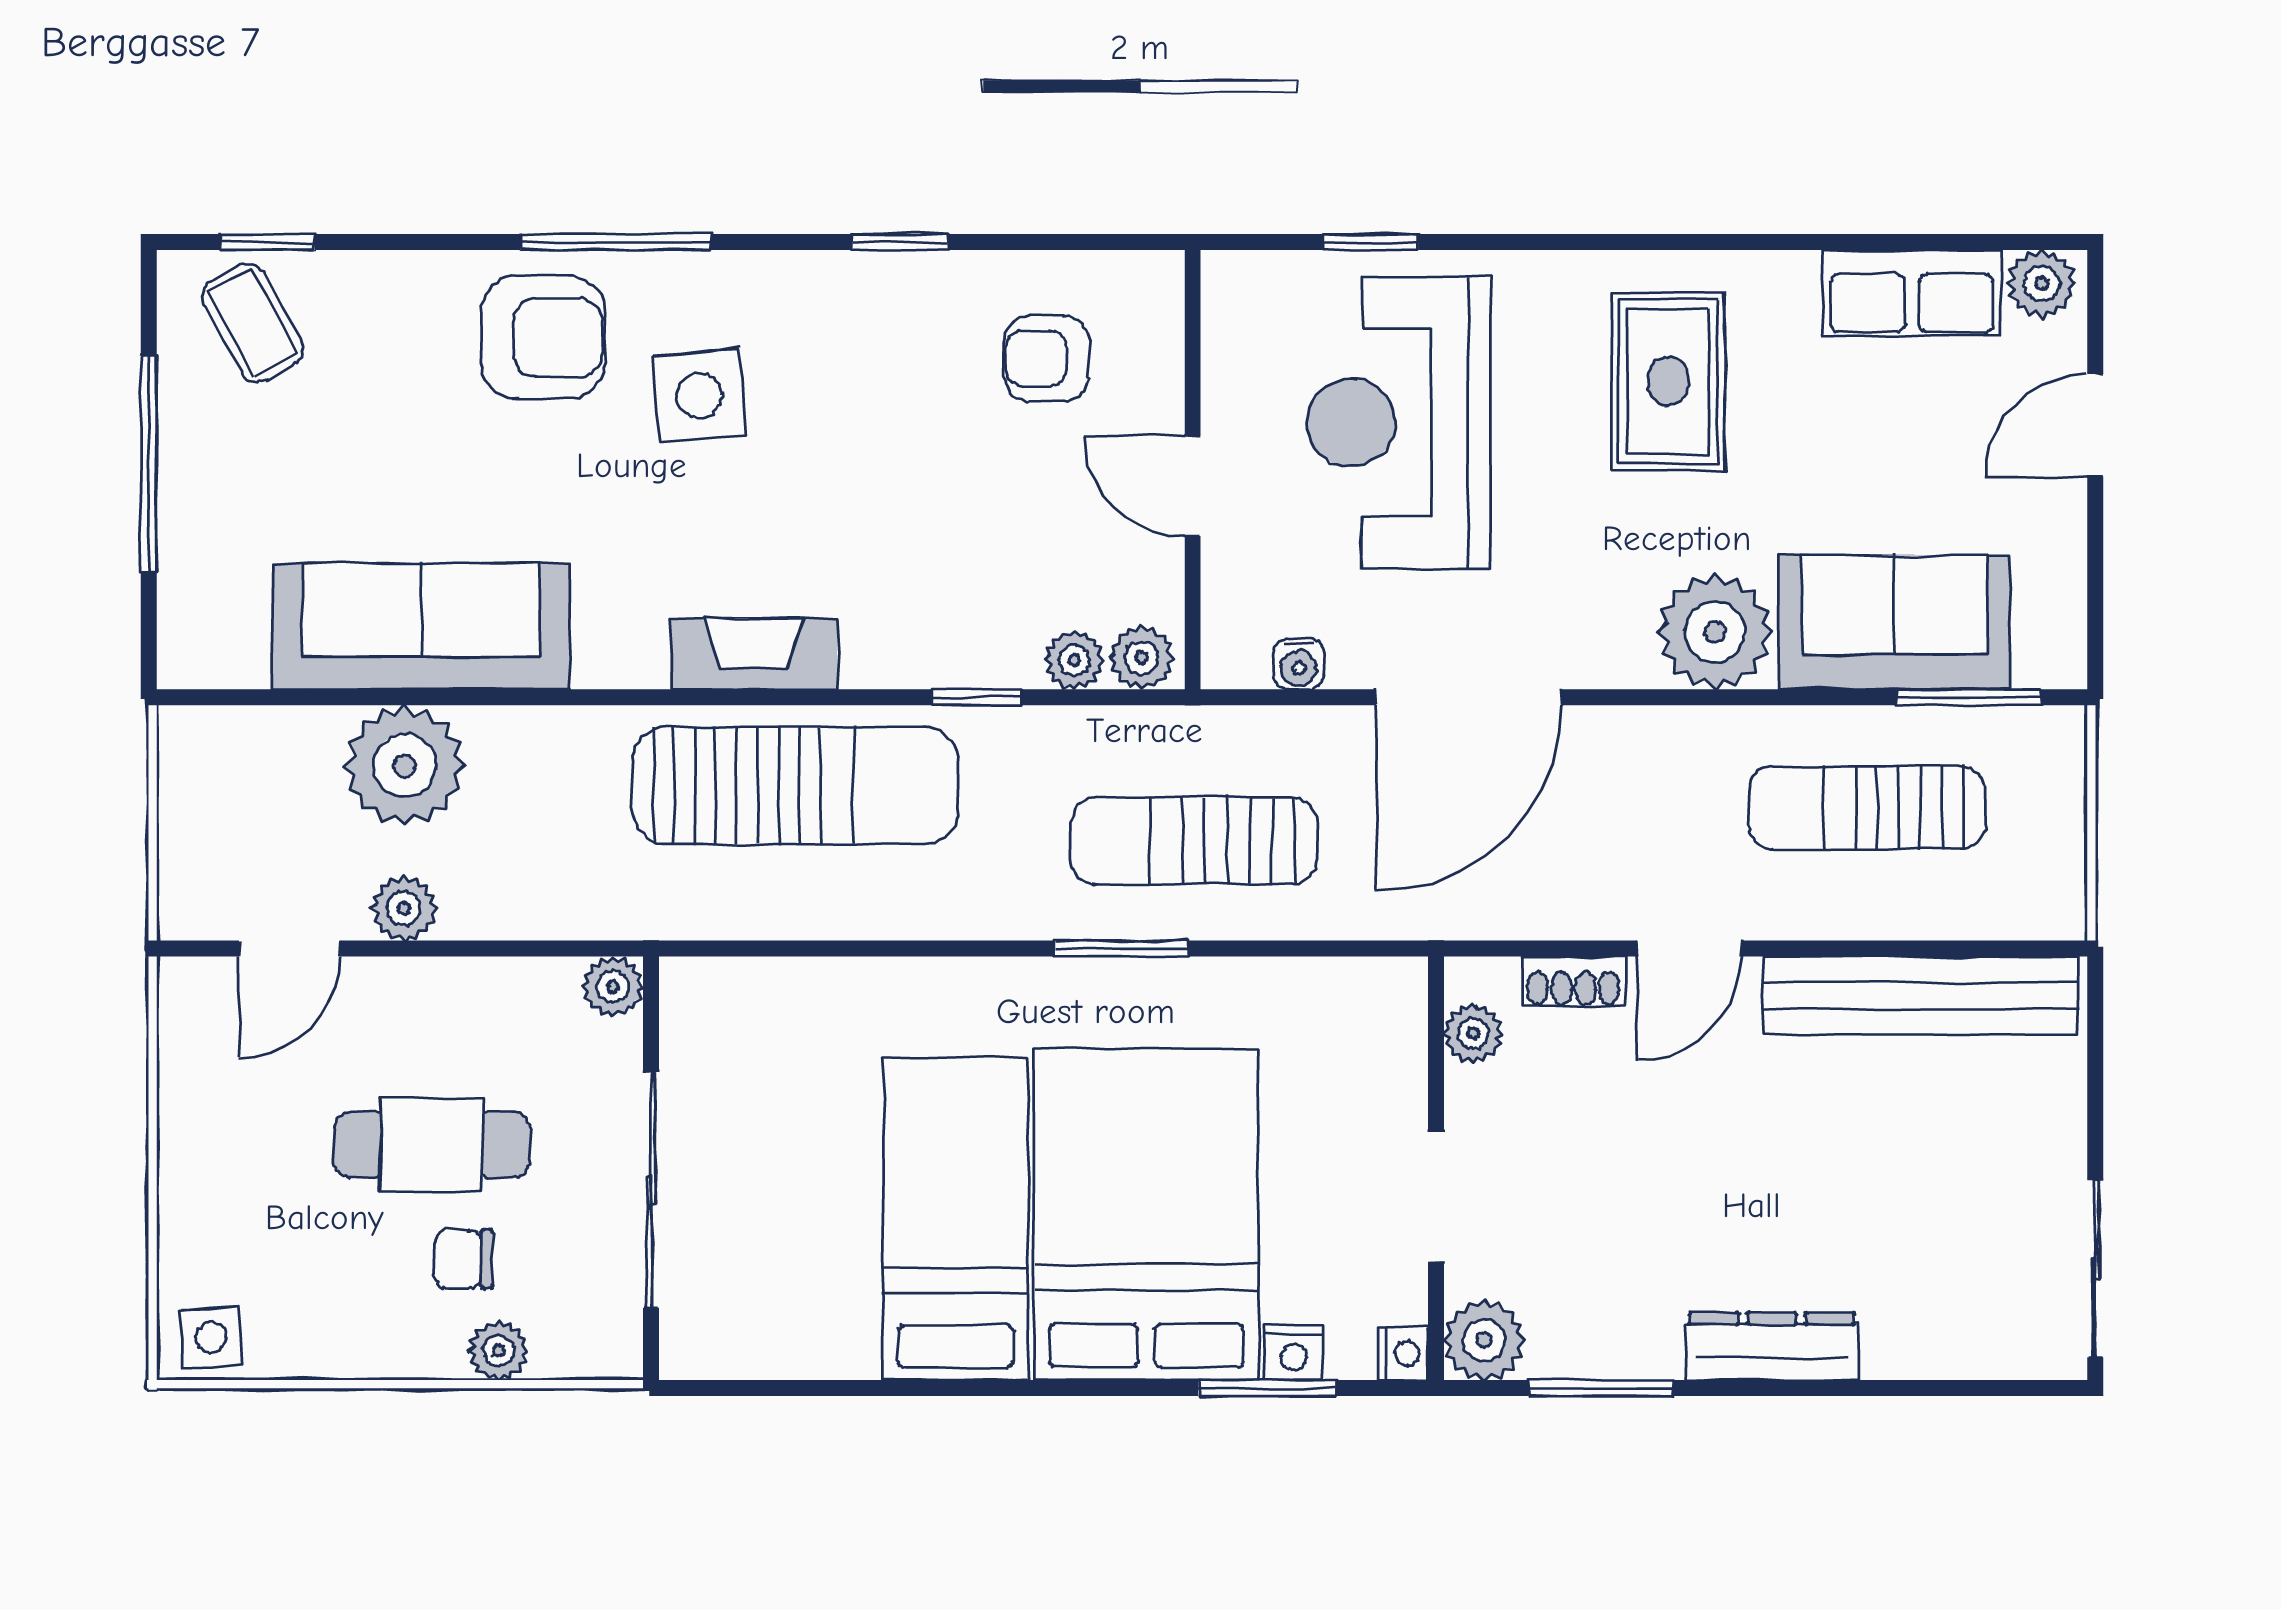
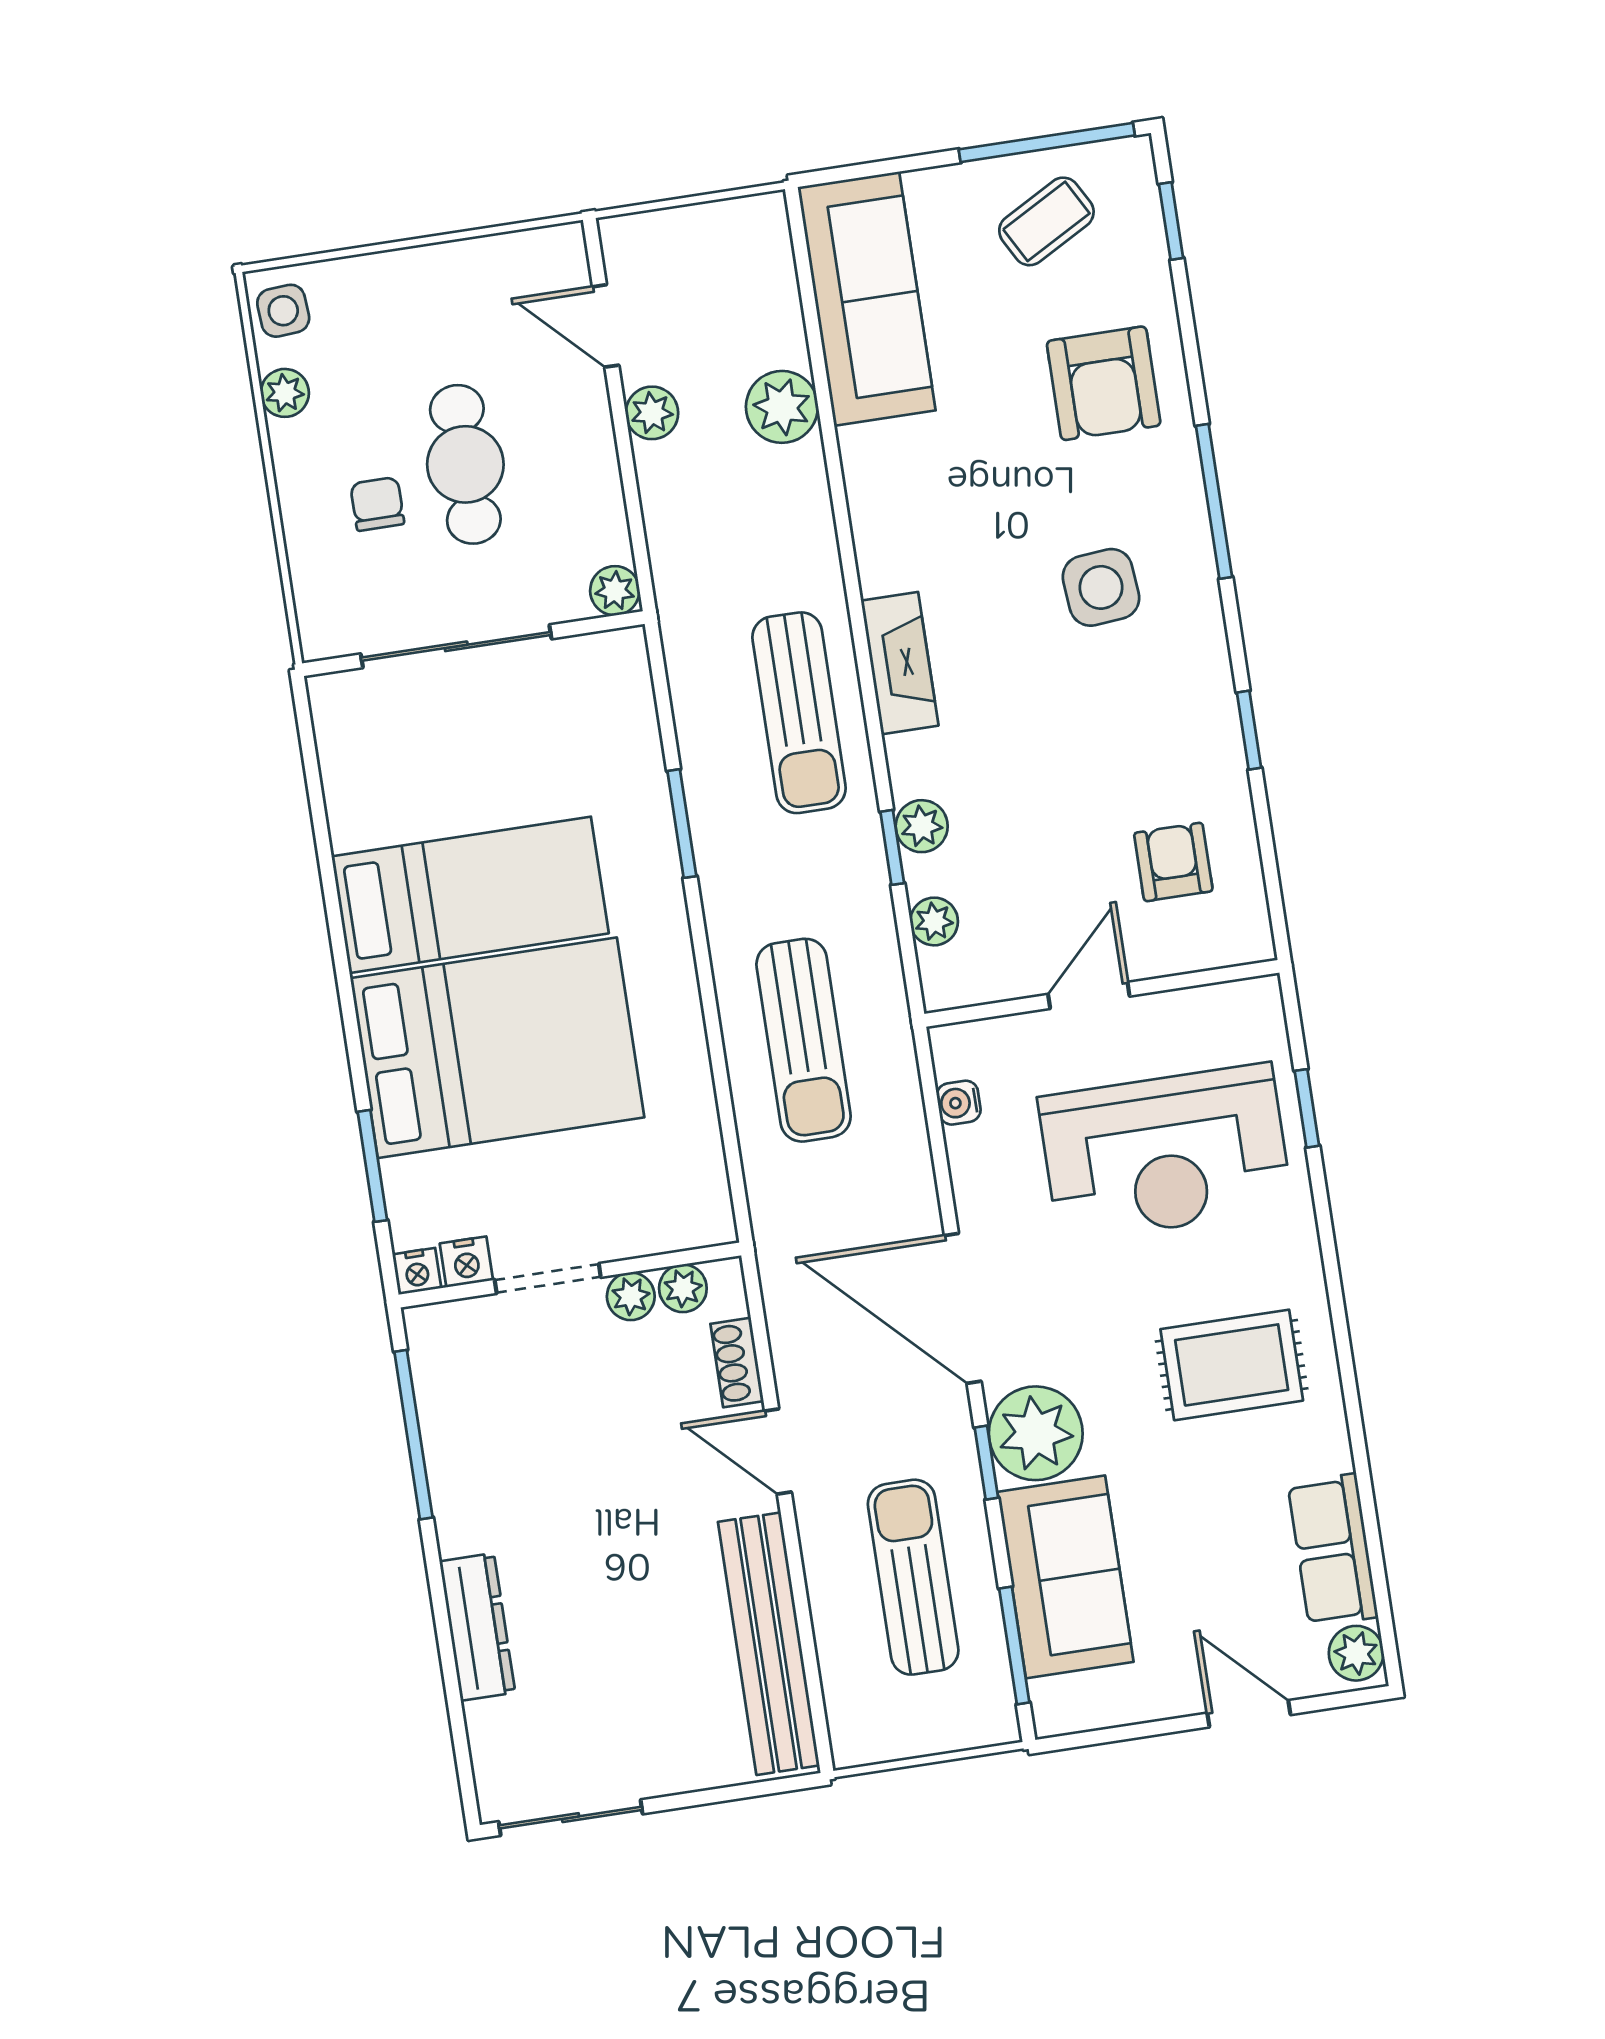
coffee table: (253, 323) -> (1046, 221), moved
armchair: (543, 337) -> (1104, 383), moved
reception desk: (1399, 422) -> (1165, 1153), turned 180
window: (149, 463) -> (1047, 142), moved
sofa: (421, 626) -> (867, 299), moved
plant: (1142, 658) -> (922, 826), moved
door: (1469, 697) -> (963, 1308), moved
window: (1741, 697) -> (986, 1463), added
plant: (405, 765) -> (782, 407), width x0.73, depth x0.73
sun lounger: (795, 785) -> (799, 713), width x0.73, depth x0.75
sun lounger: (1194, 841) -> (804, 1040), turned 180
window: (1121, 949) -> (682, 824), moved
plant: (1484, 1340) -> (631, 1296), moved, width x0.73, depth x0.73
dresser: (1772, 1346) -> (477, 1627), moved
plant: (498, 1351) -> (285, 393), moved
nightstand: (1294, 1353) -> (466, 1262), moved, turned -90
window: (1601, 1388) -> (413, 1435), width x1.44

